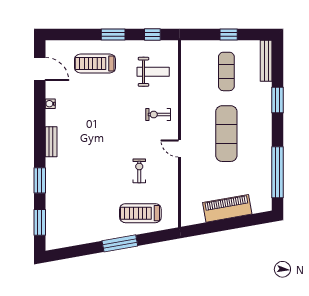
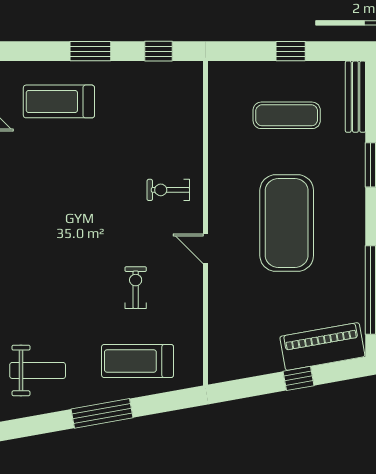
exercise mat: (226, 71) -> (287, 115), turned 90
weight bench: (153, 72) -> (38, 370), moved
exercise mat: (226, 134) -> (287, 223), width x1.47
piano: (227, 208) -> (322, 347), moved
window: (233, 223) -> (299, 378), added

